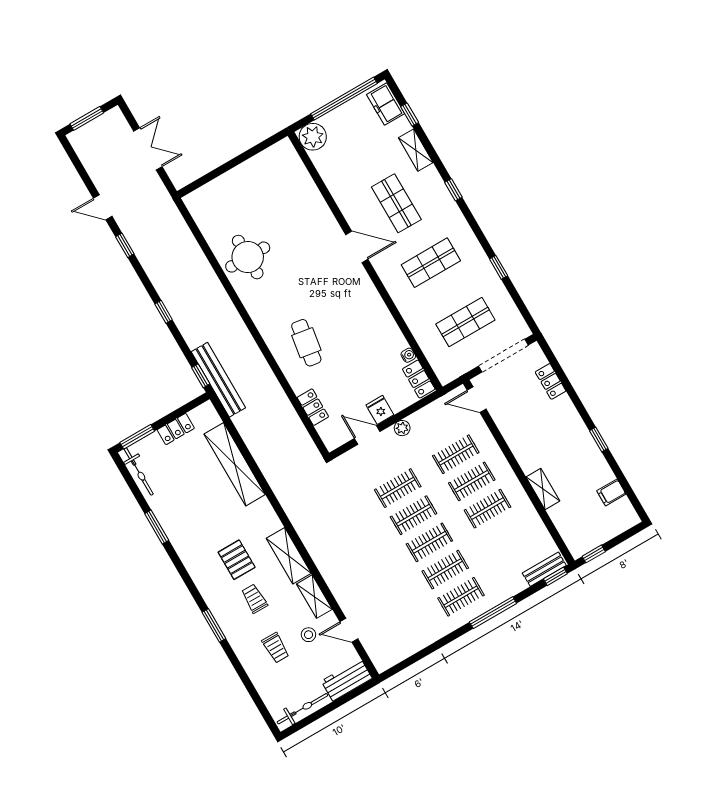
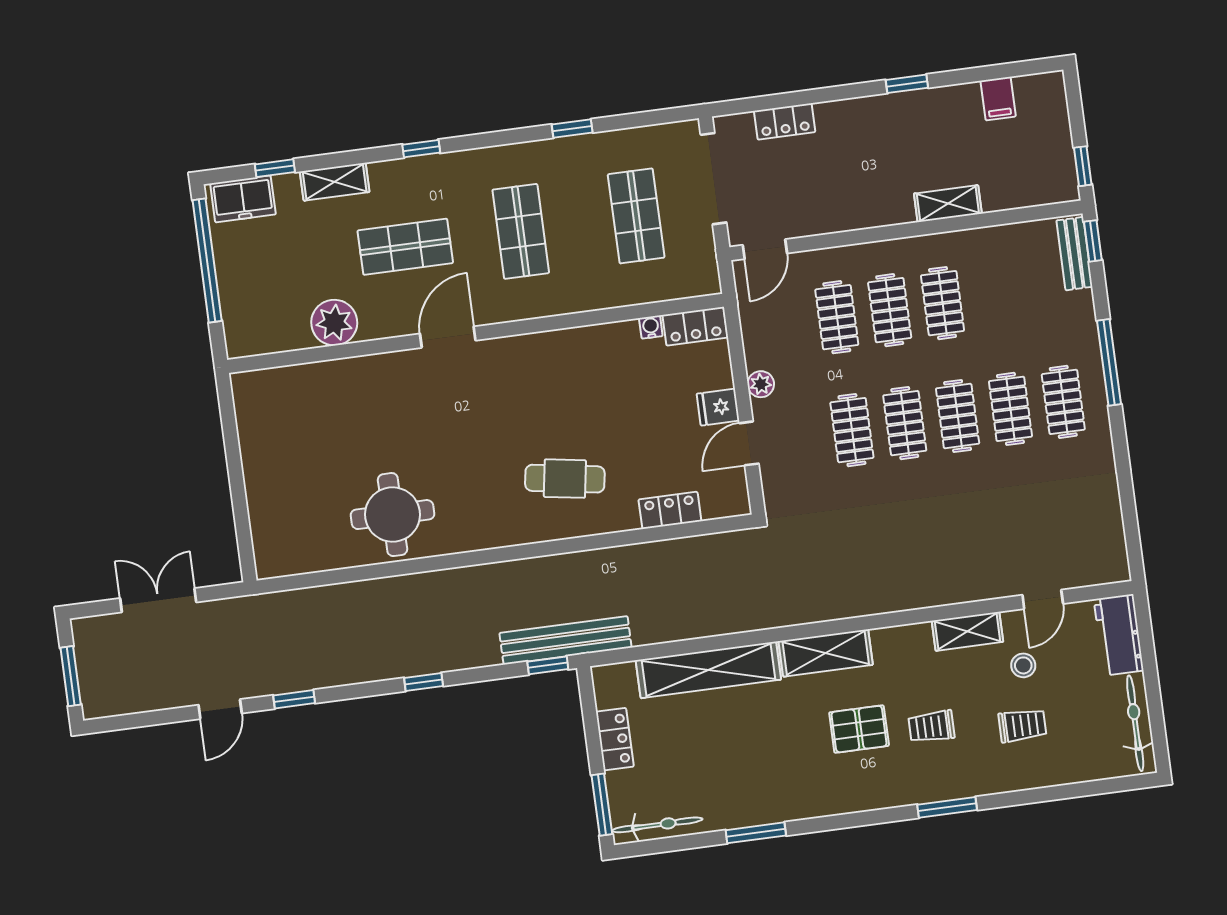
plant: (313, 137) -> (334, 323), moved
shelving: (289, 556) -> (826, 653), moved

